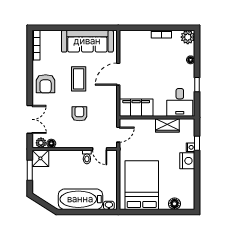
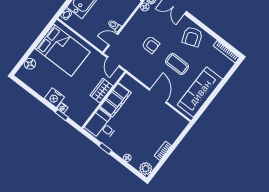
armchair: (46, 84) -> (192, 37), turned -110
filing cabinet: (136, 108) -> (115, 100), moved
wardrobe: (167, 125) -> (101, 91), moved

